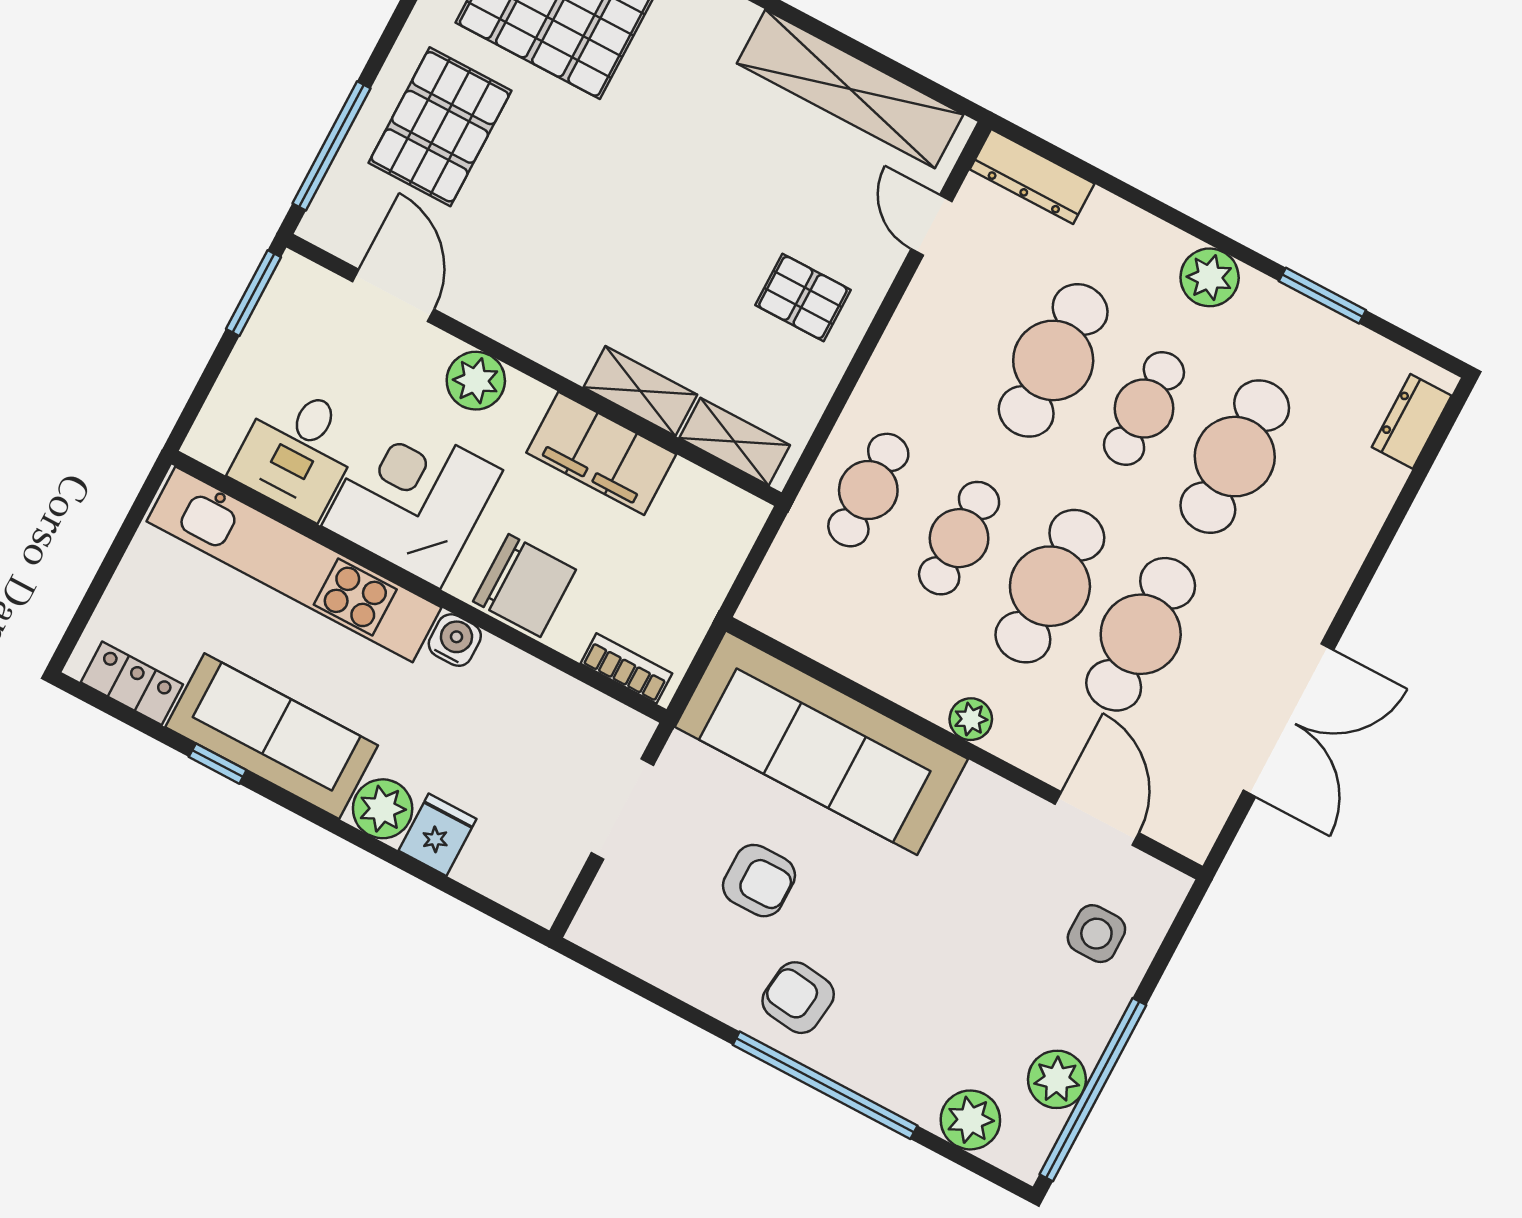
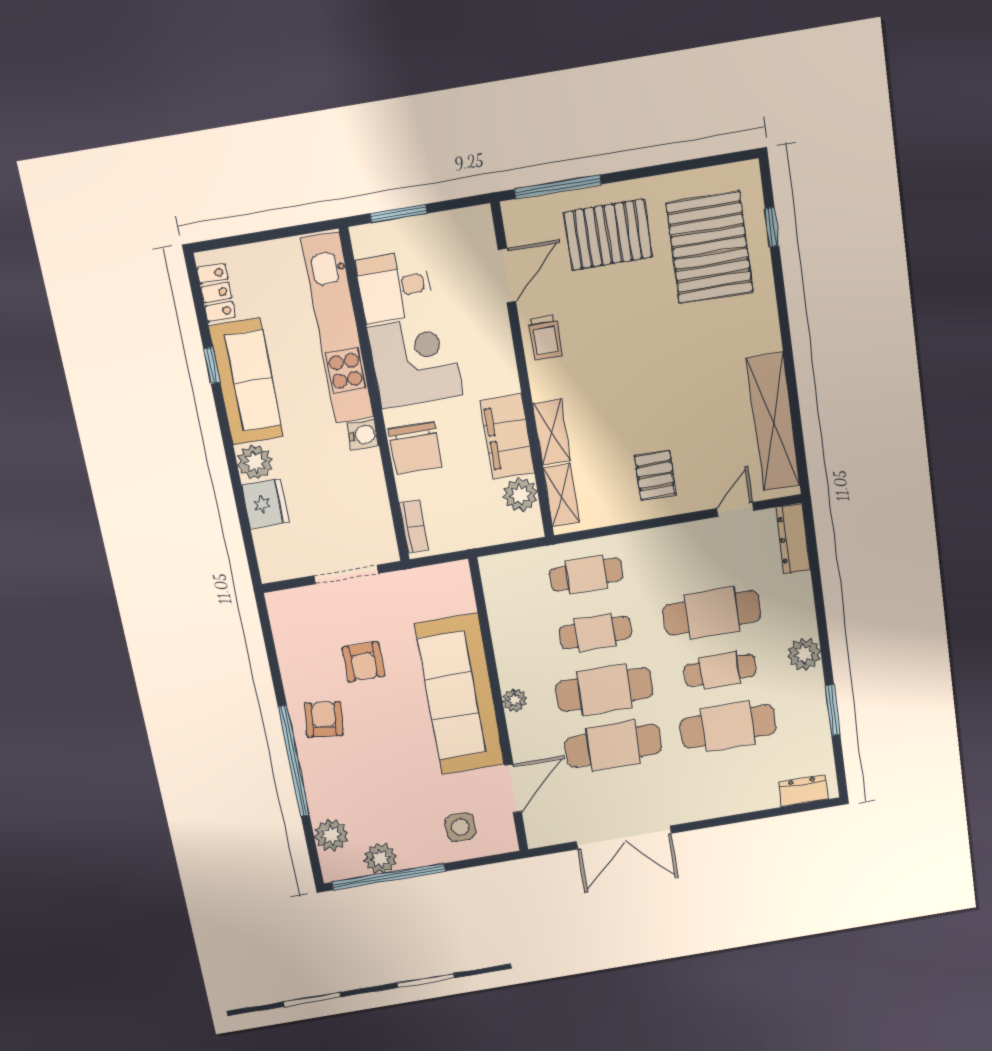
window: (254, 293) -> (398, 213), moved
trolley: (511, 306) -> (545, 338), added
plant: (476, 381) -> (520, 495), moved
sofa: (821, 743) -> (460, 694), moved
fridge: (438, 835) -> (265, 504), width x1.38

